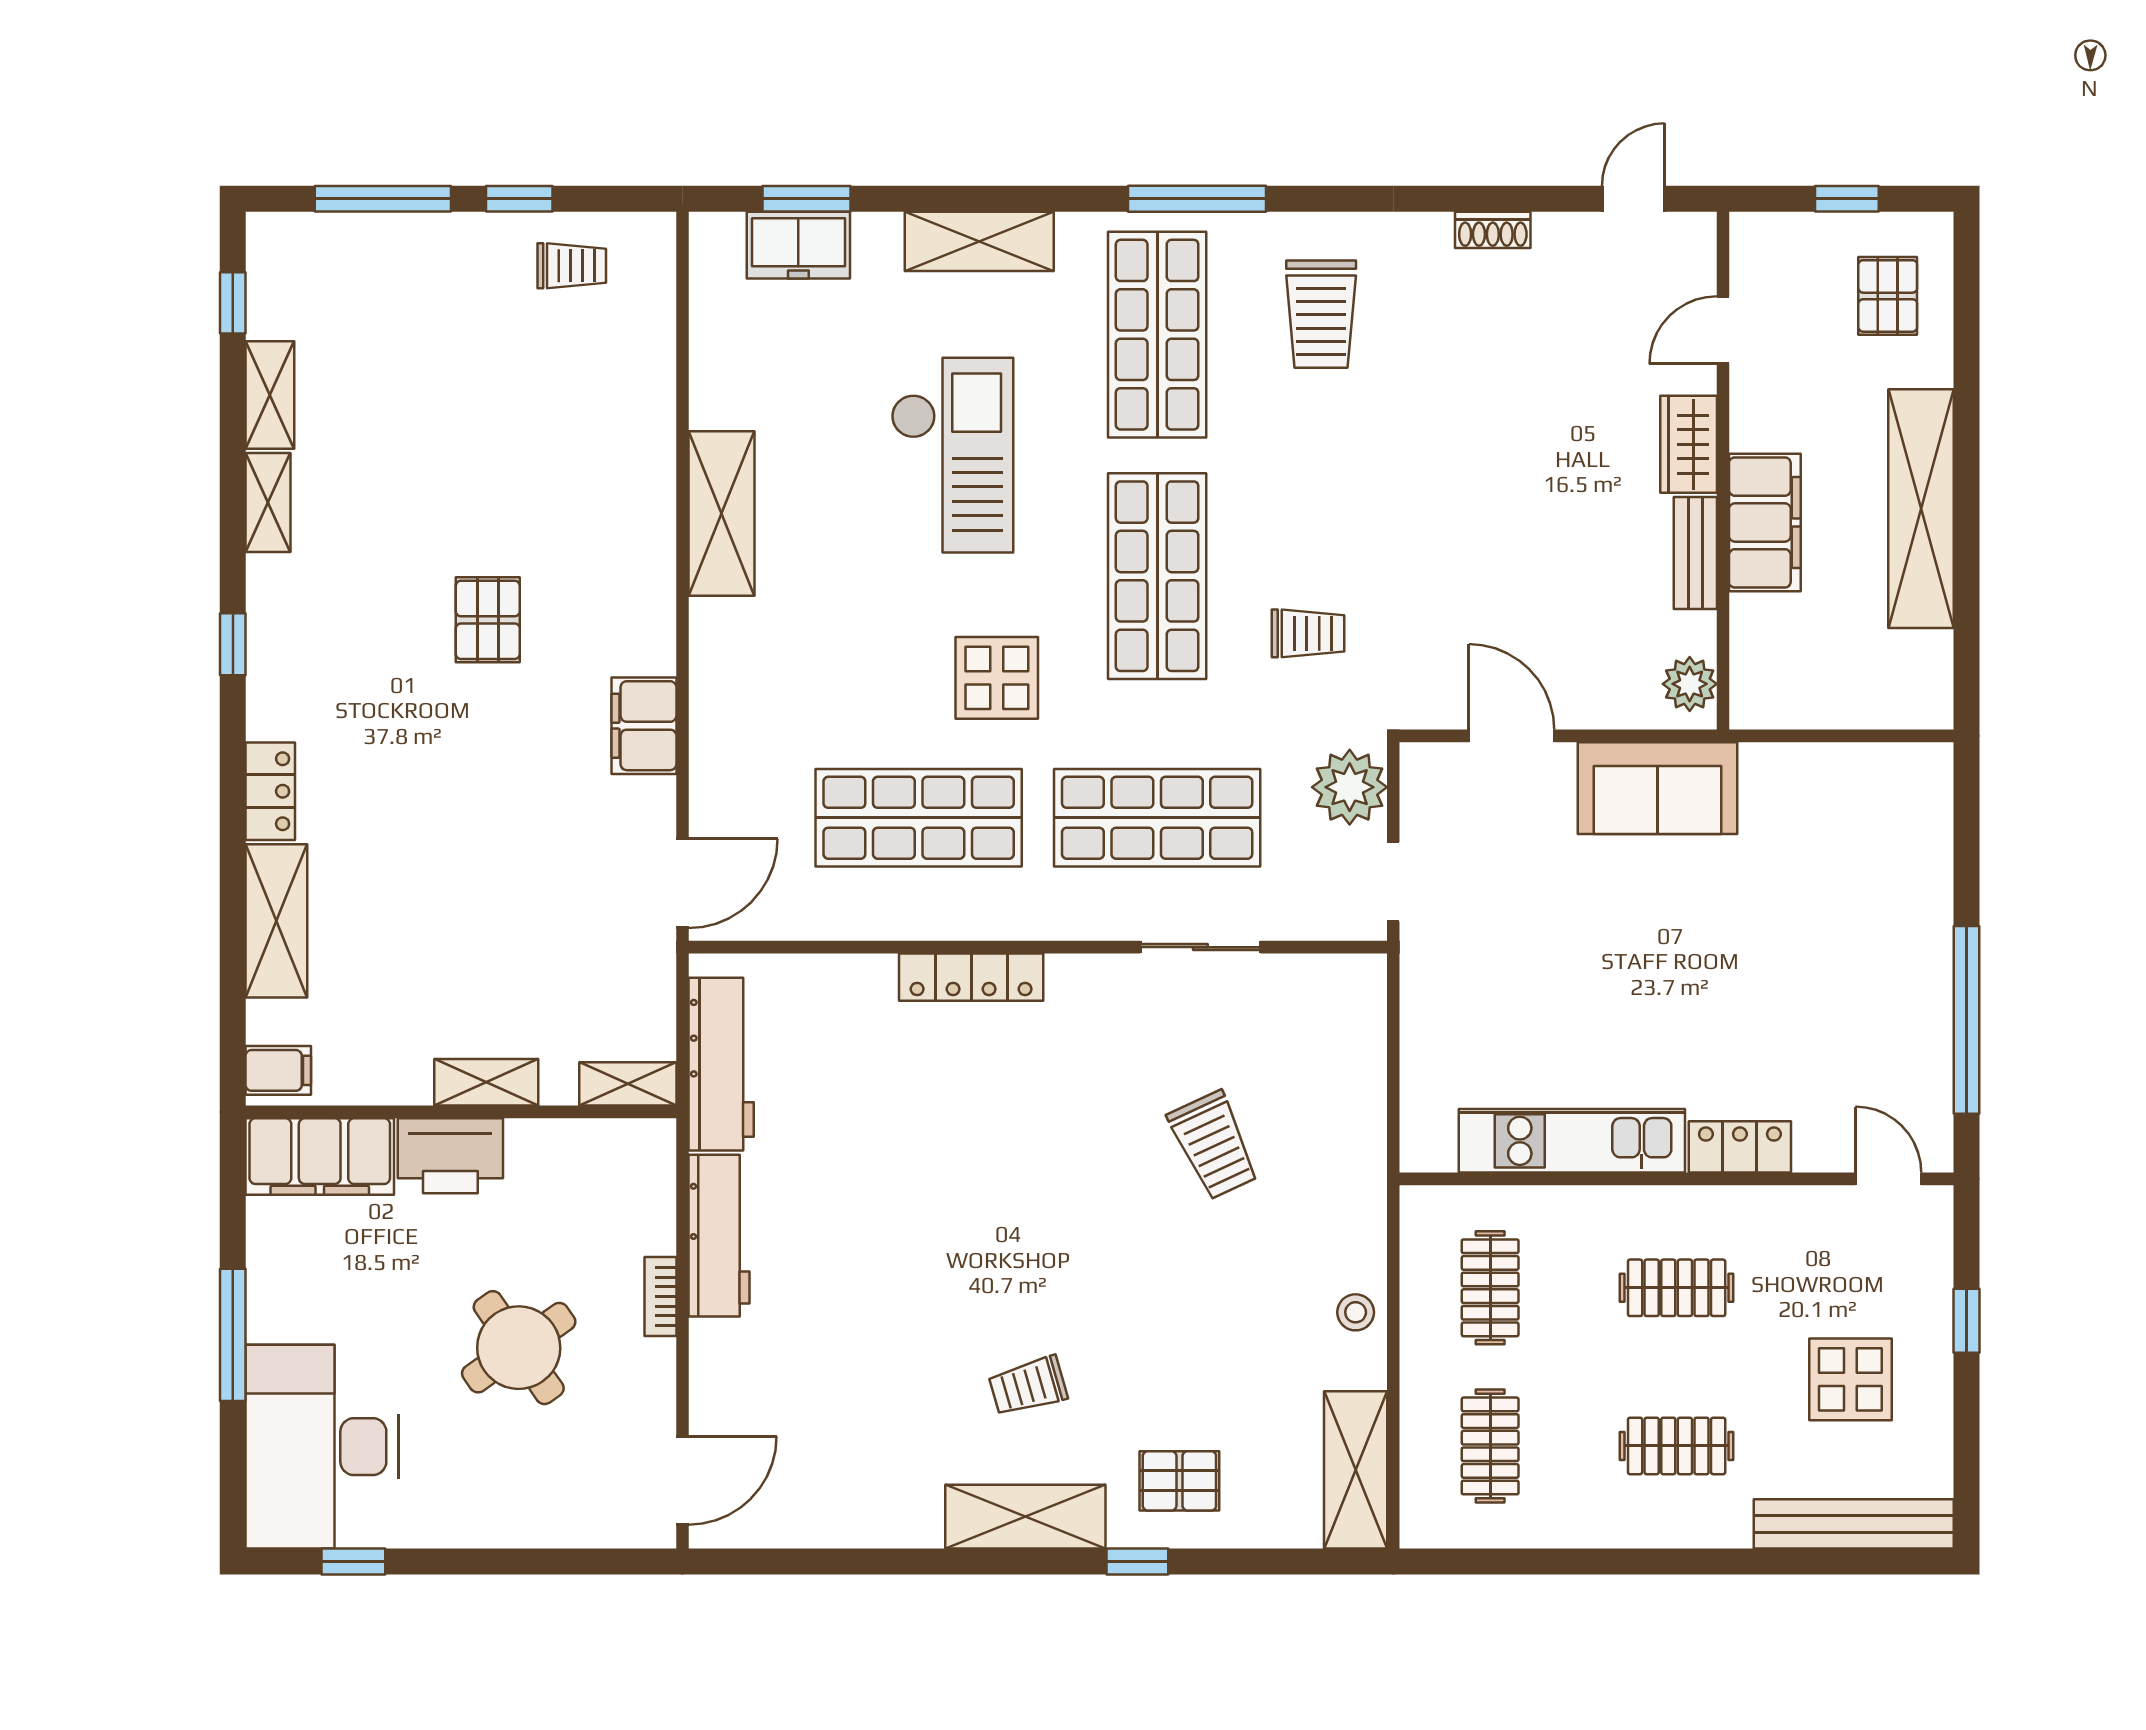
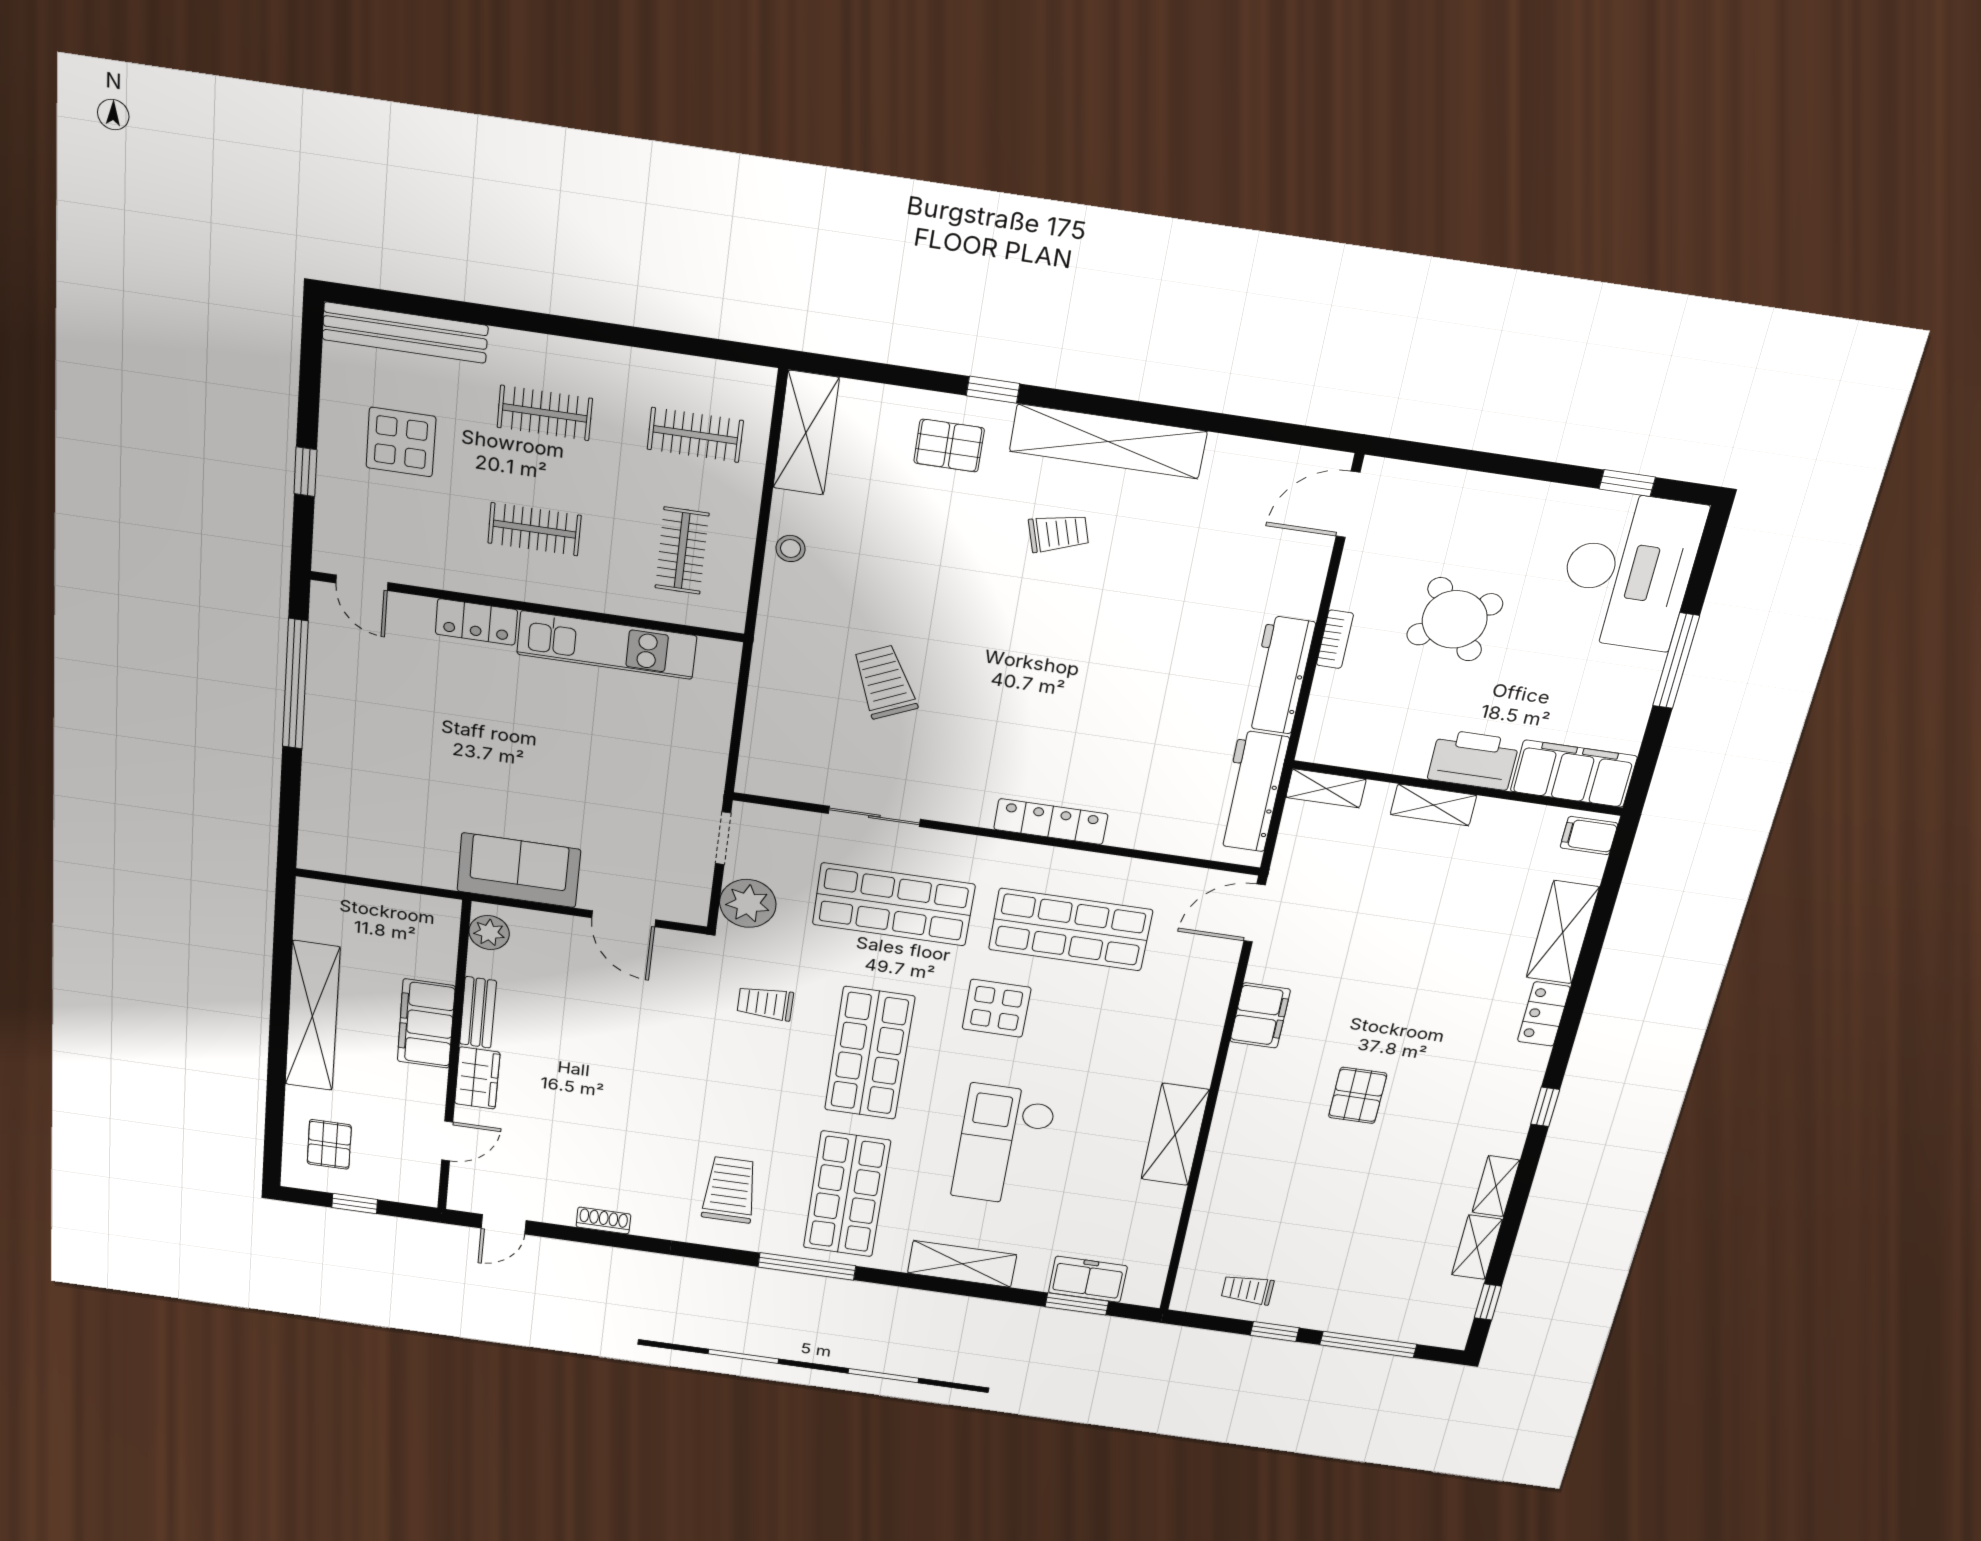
clothes rail: (1490, 1446) -> (695, 435), turned 90
shelving: (1025, 1517) -> (1108, 441), width x1.47

